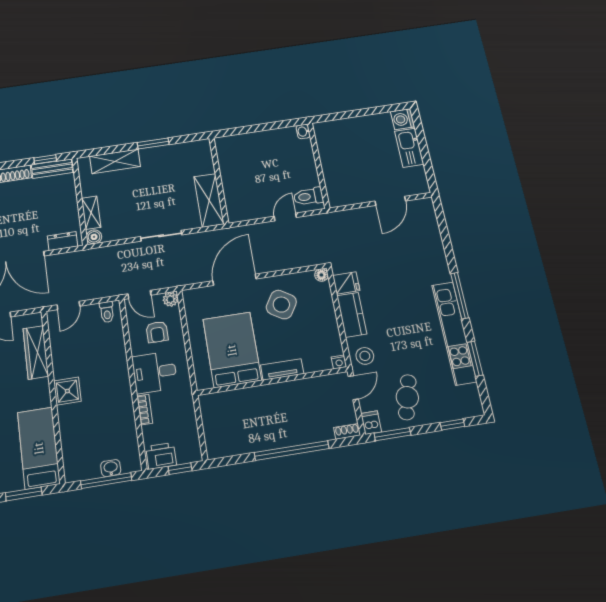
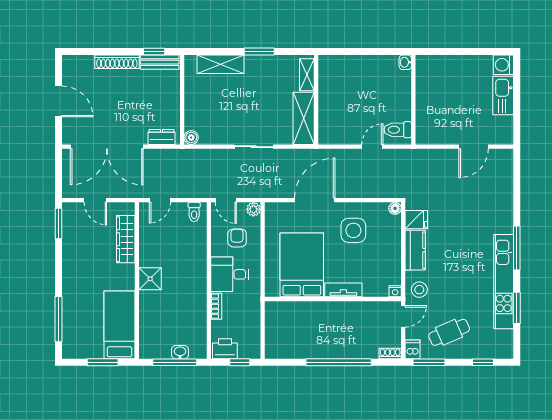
shelving: (91, 213) -> (307, 75), moved
side table: (281, 305) -> (353, 230), turned -32
armchair: (157, 332) -> (237, 238), turned 180
cafe table: (407, 397) -> (449, 332), turned 51

